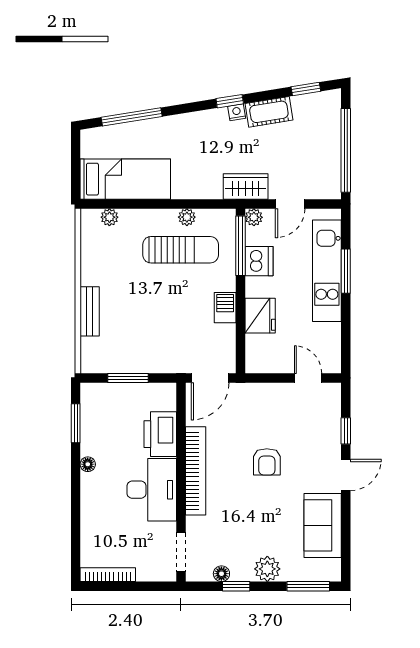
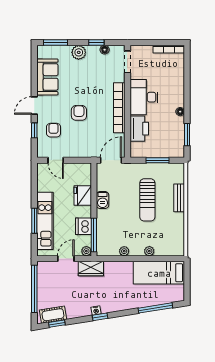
cot: (269, 112) -> (53, 315), moved
plant: (109, 217) -> (149, 251), moved
sun lounger: (181, 250) -> (147, 200), moved, turned -90
armchair: (312, 431) -> (54, 130), added

